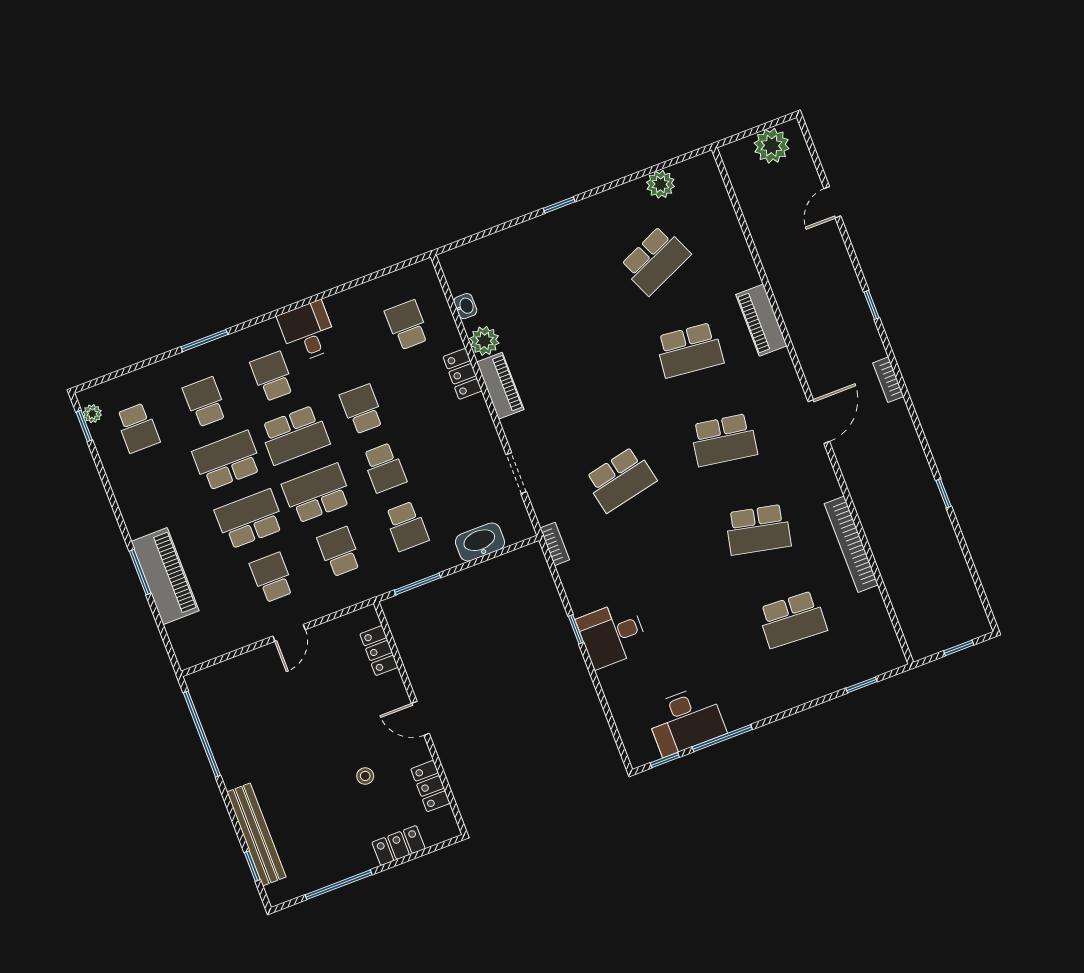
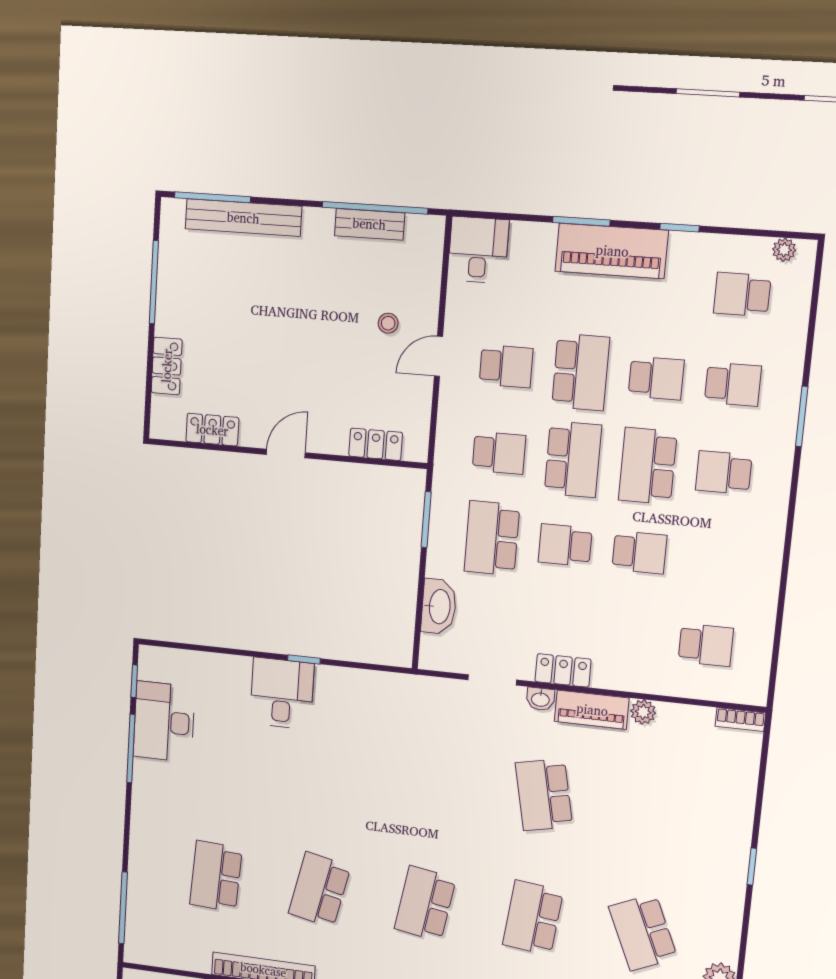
washbasin: (465, 306) -> (540, 699), moved
desk: (308, 332) -> (478, 250), moved, turned -90
plant: (484, 341) -> (643, 712), width x0.73, depth x0.73
locker: (462, 374) -> (563, 670), moved
school desk: (272, 376) -> (724, 473), turned 180
window: (84, 426) -> (680, 228), moved
school desk: (227, 461) -> (656, 378), width x0.54
school desk: (620, 479) -> (544, 795), moved
school desk: (407, 526) -> (492, 538), width x1.85
bookcase: (555, 544) -> (740, 720), moved
piano: (165, 576) -> (612, 251), moved
door: (289, 633) -> (438, 356), hinge flipped
window: (861, 685) -> (123, 908), width x2.17
bench: (216, 733) -> (369, 224), added
stool: (365, 776) -> (388, 323), moved
window: (252, 866) -> (212, 197), width x2.17

